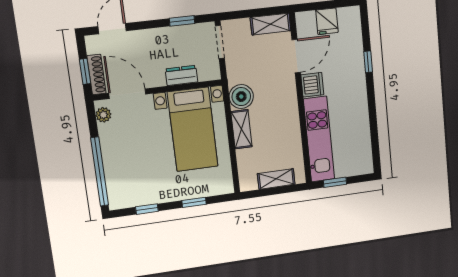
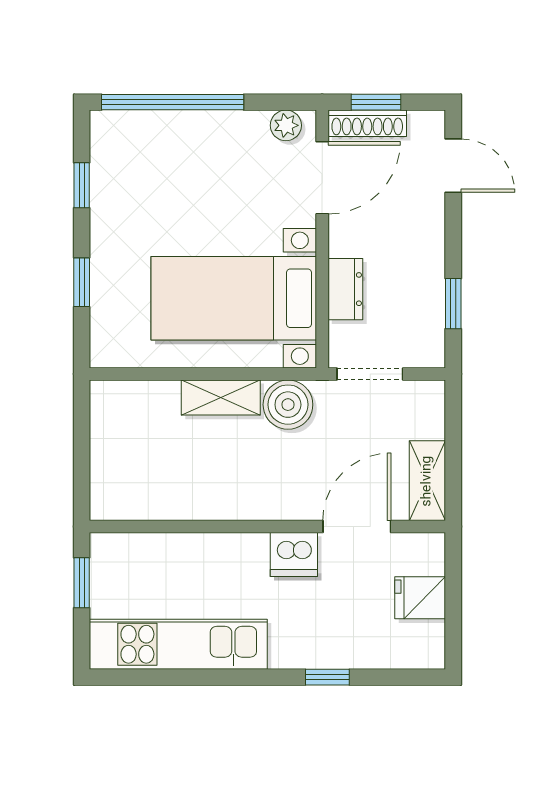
doorway: (220, 42) -> (370, 374), moved
door: (296, 56) -> (357, 526), swing flipped
kitchen unit: (319, 139) -> (178, 644), moved, turned 180
shelving: (276, 179) -> (107, 458), removed

